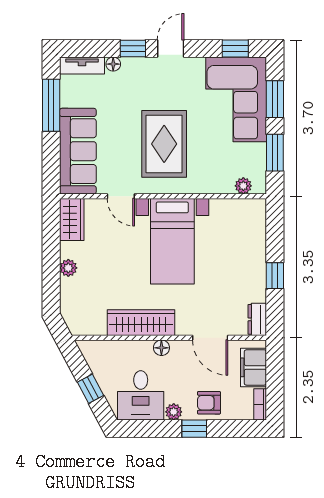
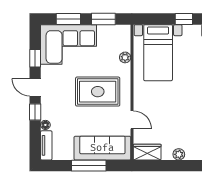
window: (235, 48) -> (35, 58), moved
window: (51, 105) -> (89, 166), moved
plant: (243, 186) -> (125, 57), moved
door: (121, 196) -> (132, 120), hinge flipped
bed with nightstands: (172, 241) -> (158, 53), moved, turned 90

